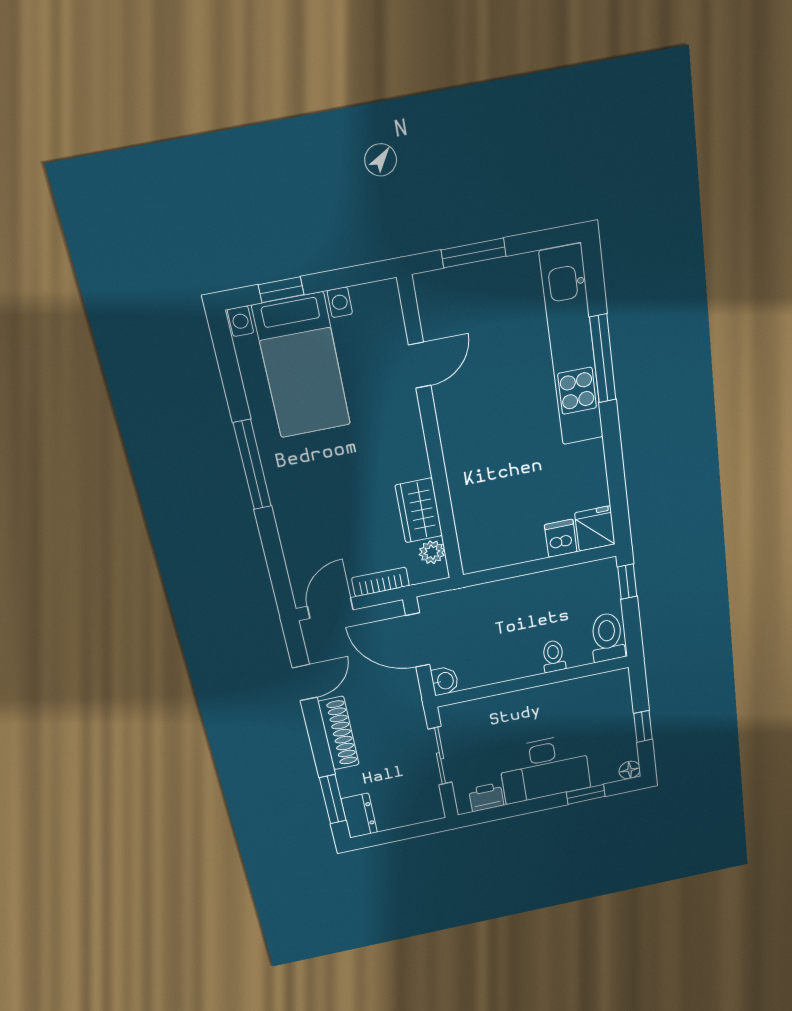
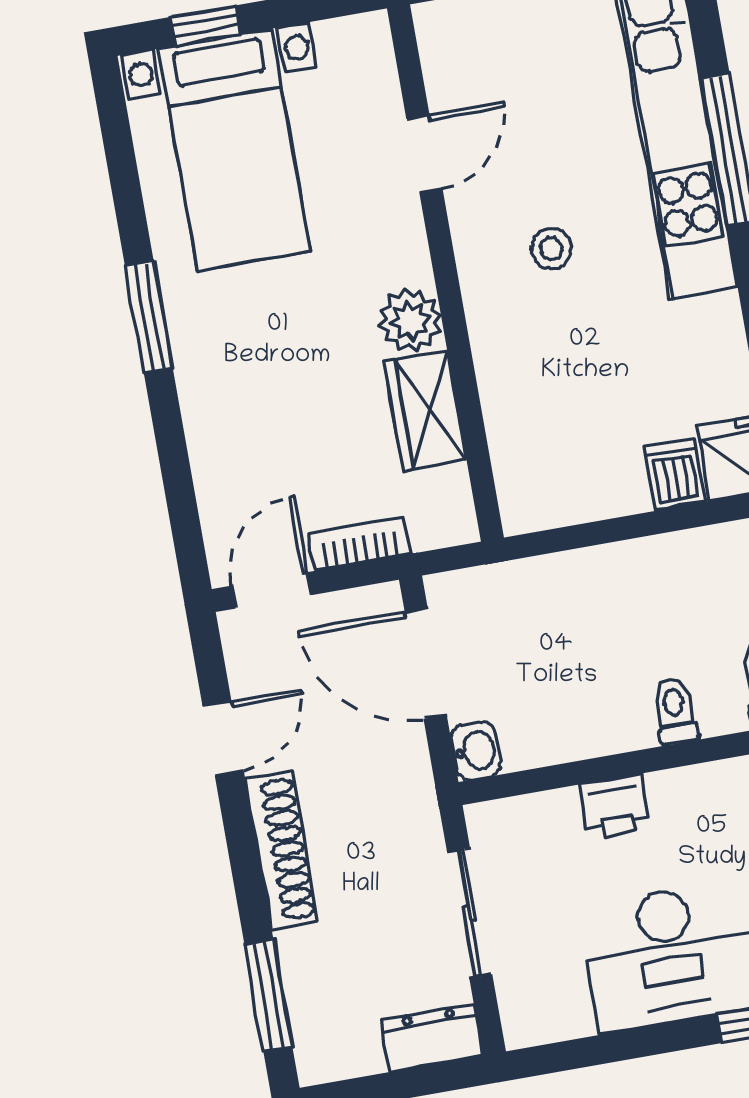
stool: (495, 418) -> (551, 249), added
window: (252, 465) -> (149, 317), width x0.69
plant: (432, 552) -> (410, 321), moved, width x1.38, depth x1.38
printer: (486, 797) -> (615, 806), moved, turned 180
dresser: (359, 816) -> (432, 1038), moved, turned -90

